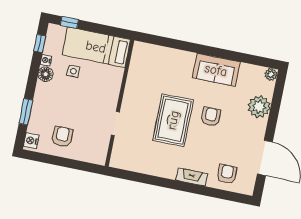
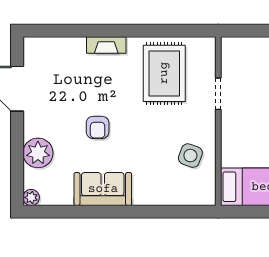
side table: (146, 82) -> (190, 156), added
rug: (173, 120) -> (164, 73), moved
armchair: (227, 174) -> (62, 58), removed

